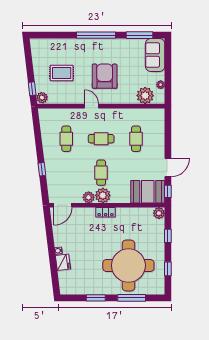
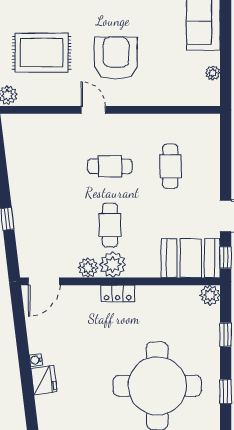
rug: (62, 73) -> (42, 53), width x1.36, depth x1.43
plant: (145, 96) -> (186, 92), removed
cafe table: (66, 139) -> (50, 166), removed

